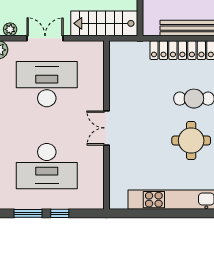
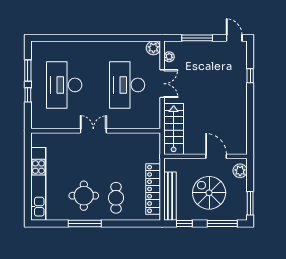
desk: (47, 84) -> (127, 85), turned 180

